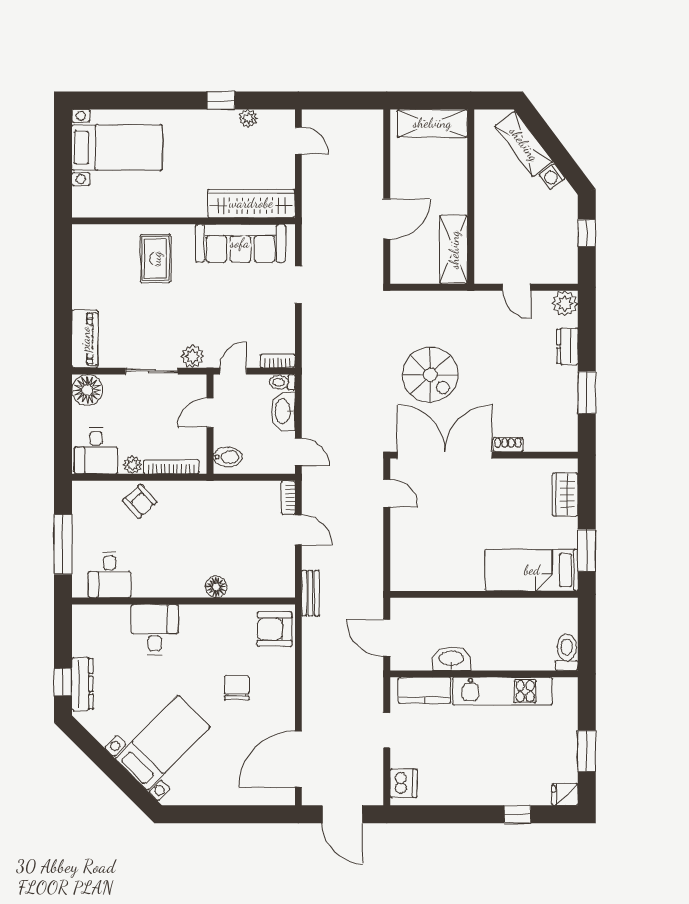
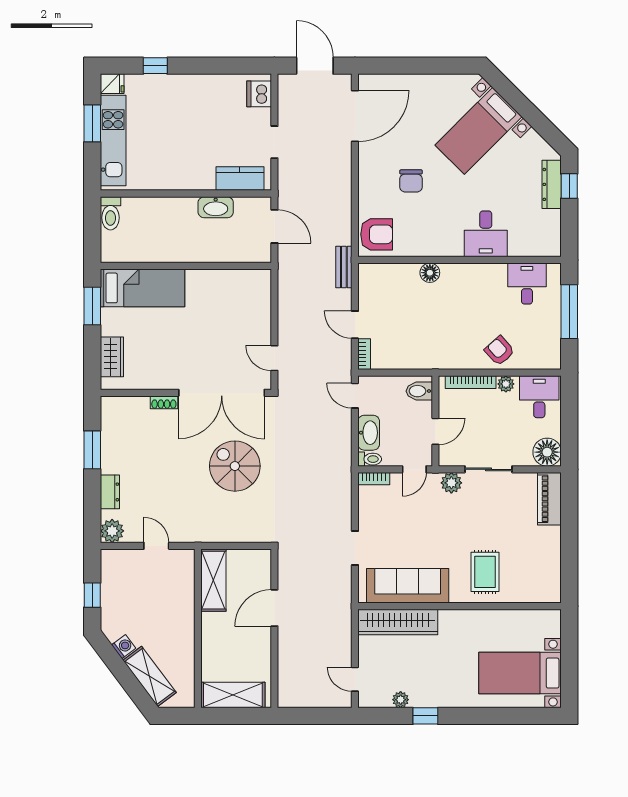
kitchen unit: (502, 691) -> (113, 141), moved, turned 90

